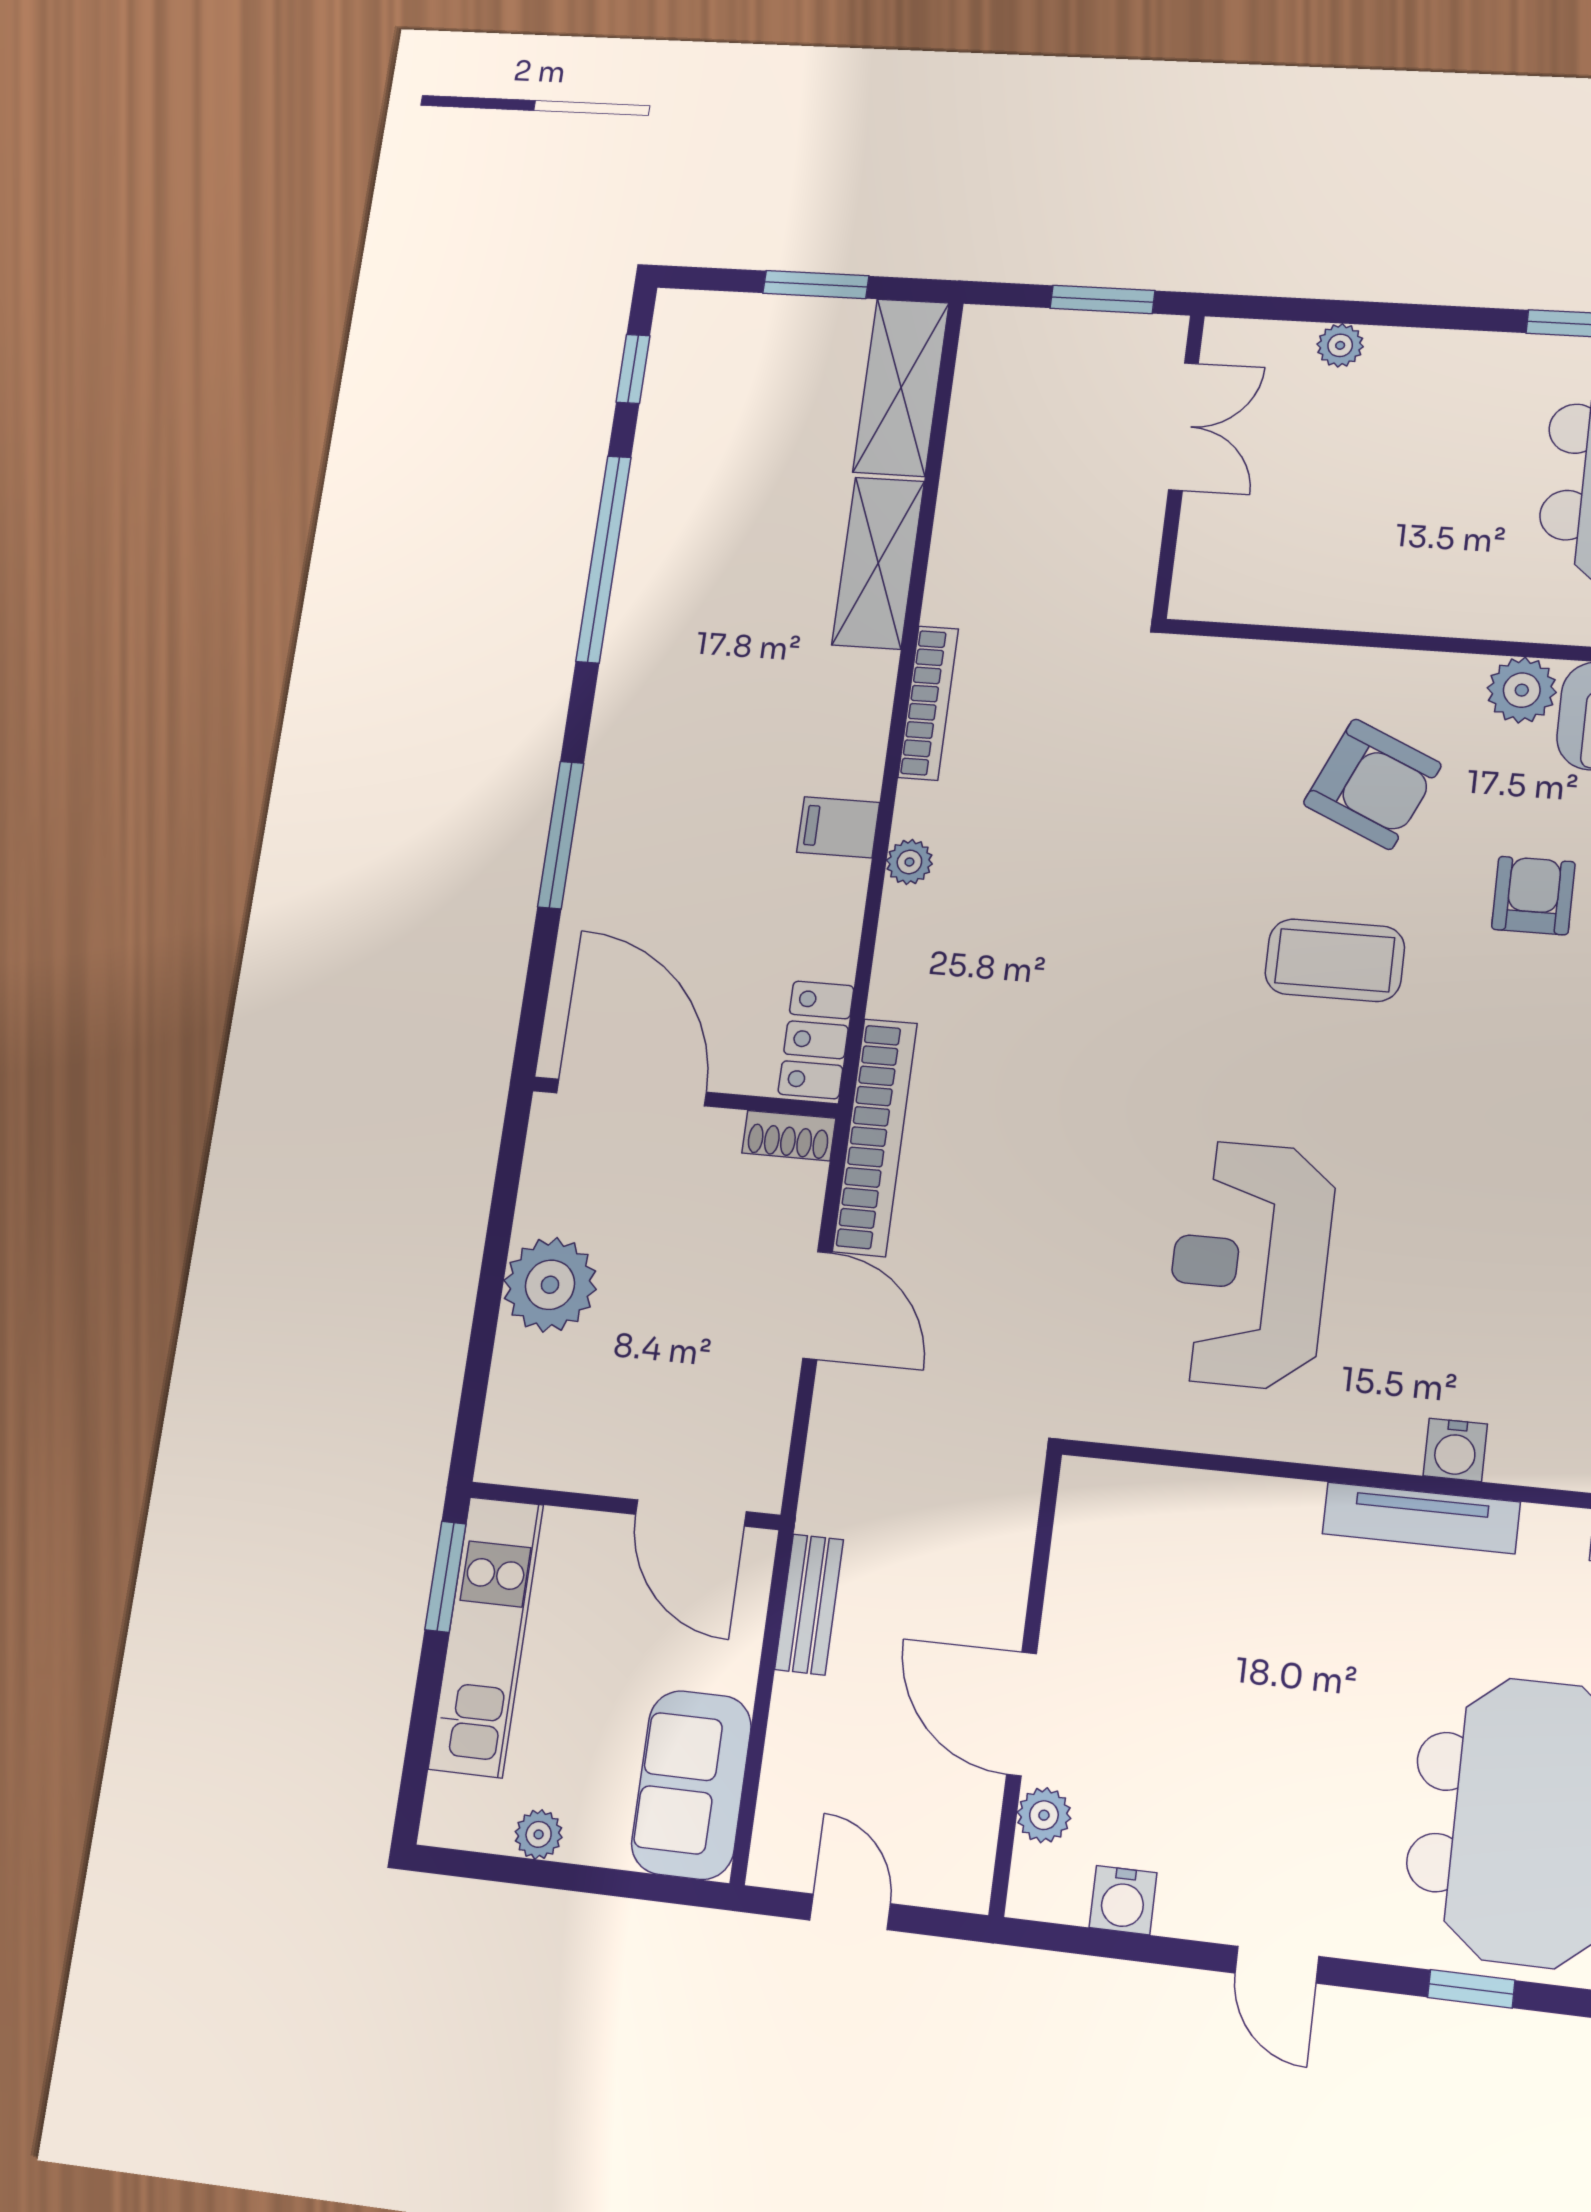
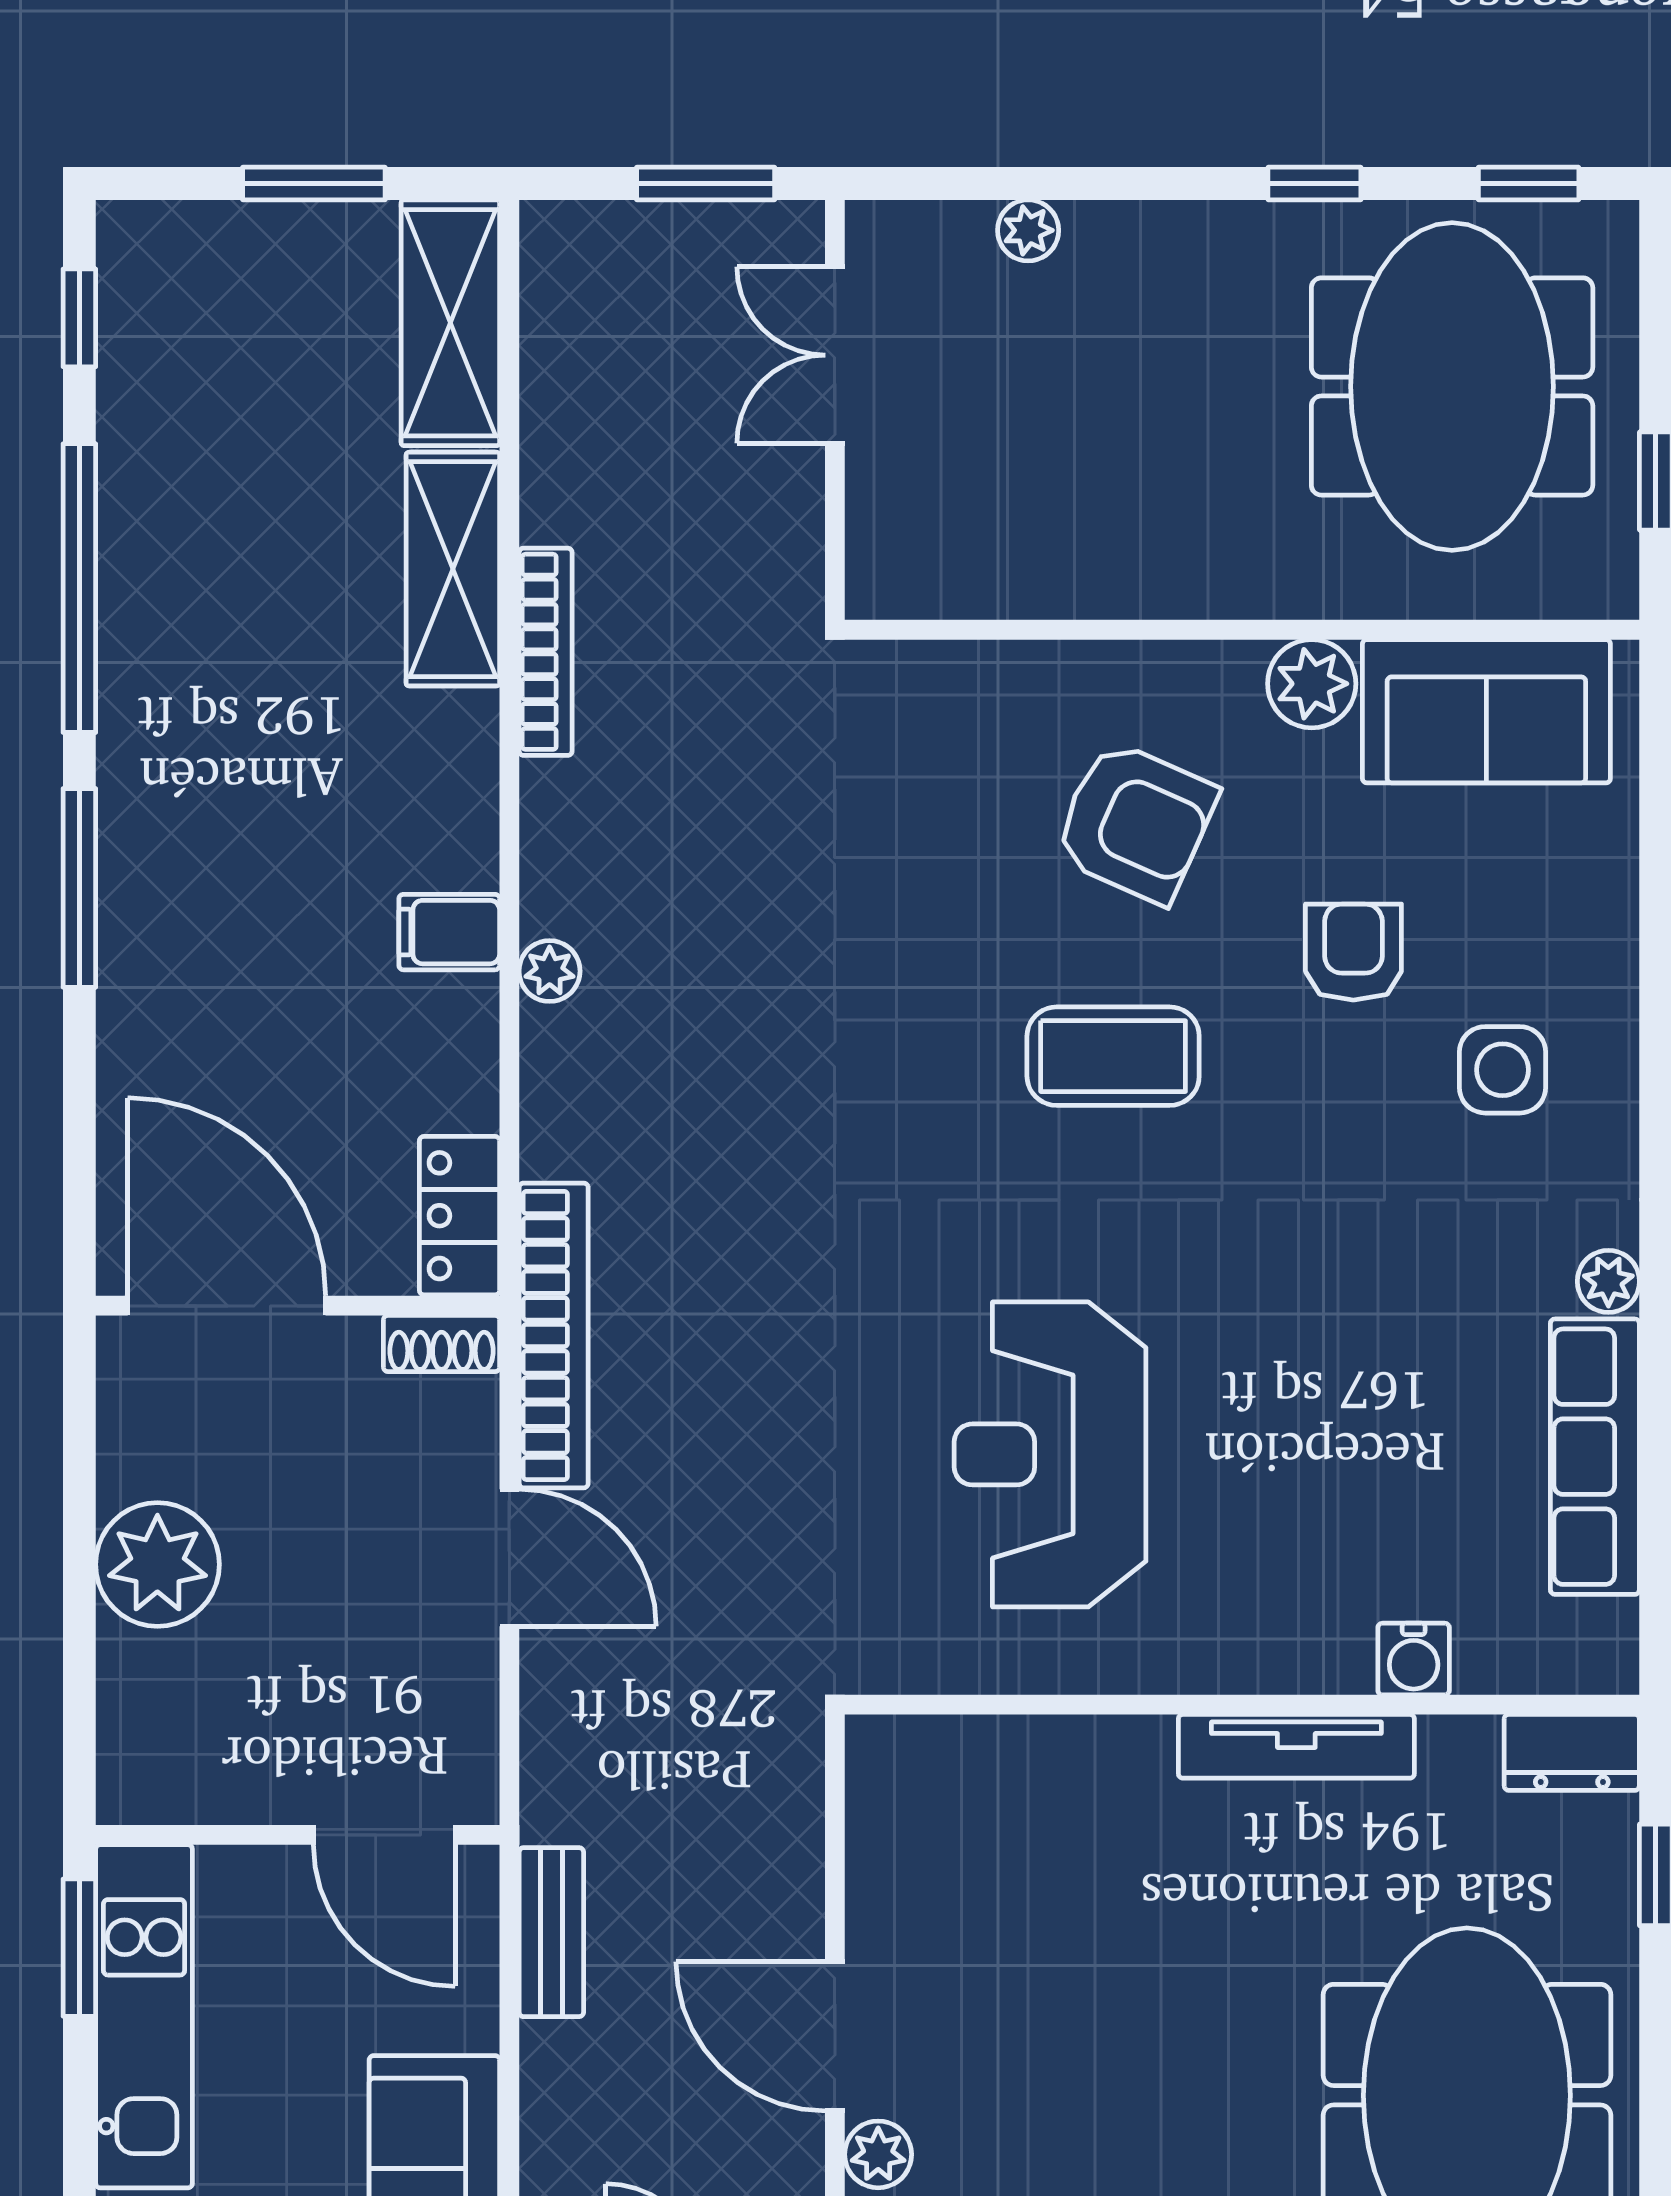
double door: (1183, 427) -> (835, 355), swing flipped
bookcase: (928, 703) -> (546, 652), moved
window: (561, 835) -> (79, 888), moved
water cooler: (1455, 1450) -> (1414, 1659), moved

